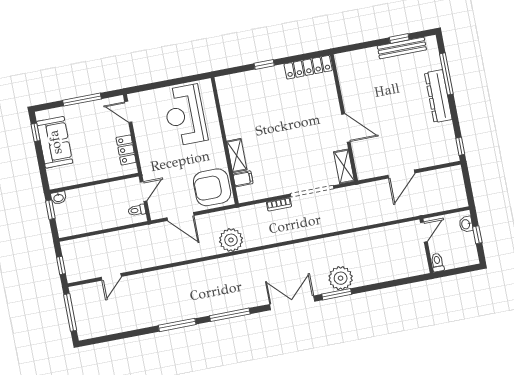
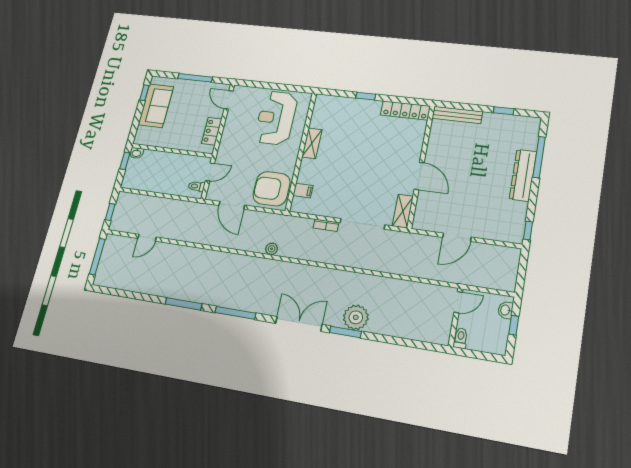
bench: (402, 48) -> (457, 115), moved
shelving: (237, 156) -> (312, 143), moved
plant: (231, 240) -> (272, 249), width x0.53, depth x0.53

